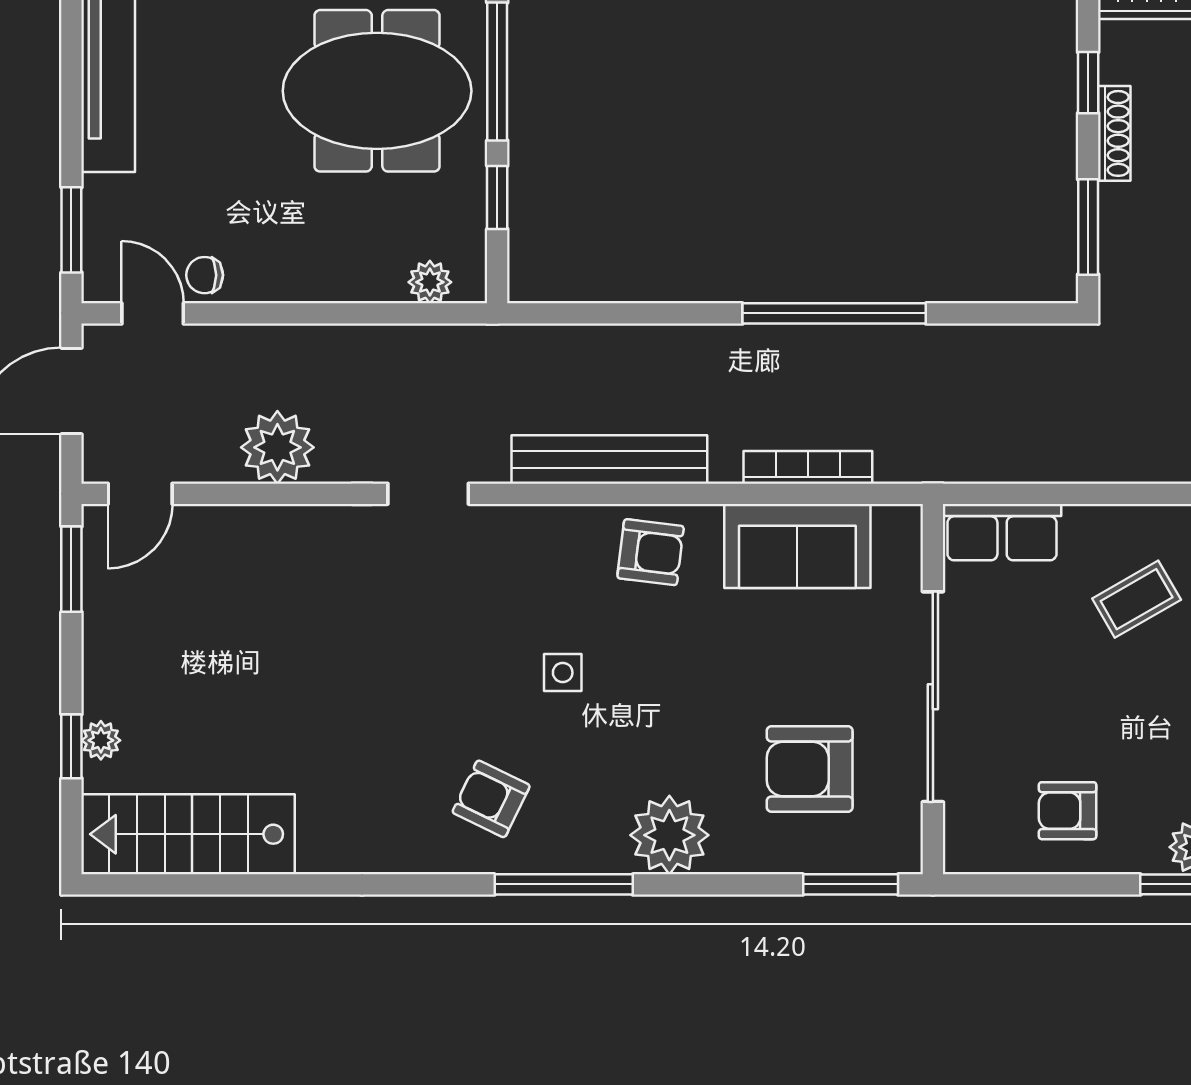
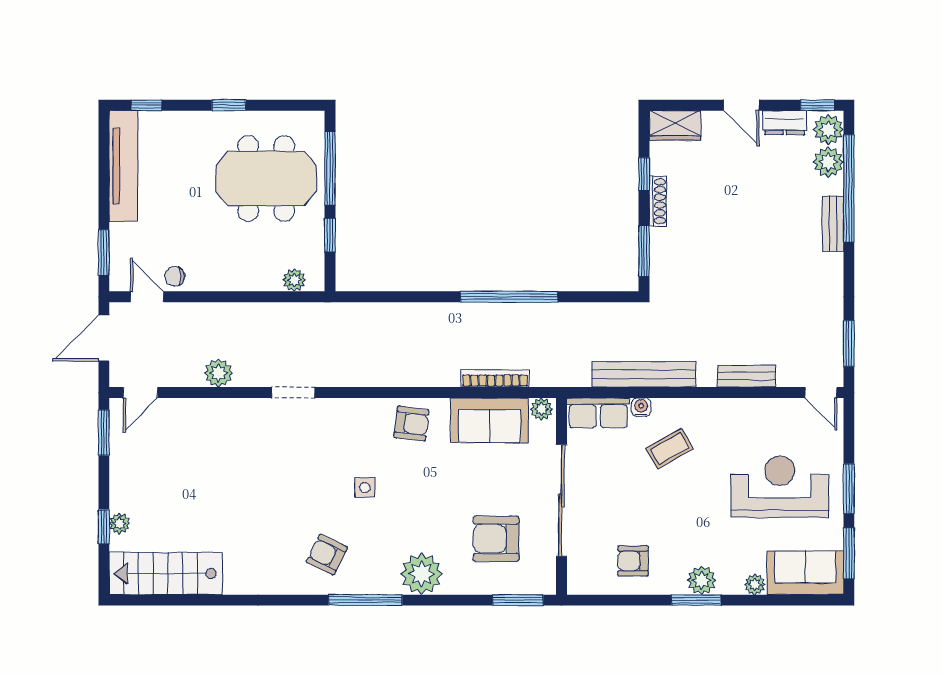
plant: (277, 447) -> (218, 373), width x0.73, depth x0.73
bench: (609, 459) -> (644, 374), moved
water cooler: (1083, 521) -> (641, 407), added
plant: (895, 525) -> (541, 409), added

